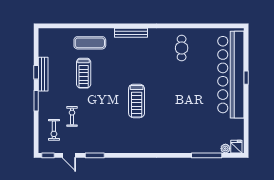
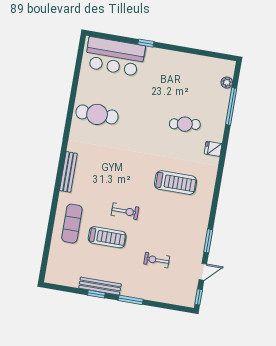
cafe table: (182, 48) -> (97, 114), width x1.37, depth x1.35
bar counter: (231, 75) -> (115, 57), width x0.54
treadmill: (137, 101) -> (176, 183), moved
cafe table: (186, 120) -> (185, 124), added
exercise bike: (54, 130) -> (125, 211), moved
fridge: (236, 147) -> (213, 149), moved

